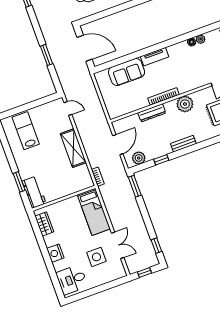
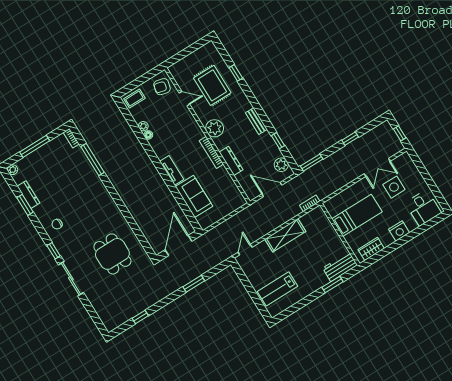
bed: (94, 212) -> (357, 215), moved
double door: (118, 245) -> (377, 167), swing flipped
window: (156, 246) -> (350, 139), moved

